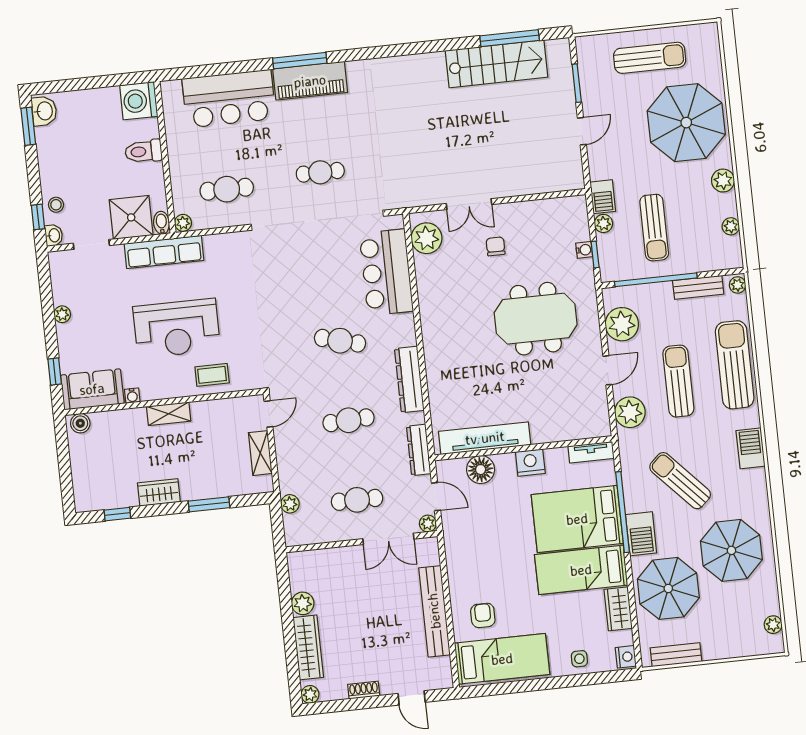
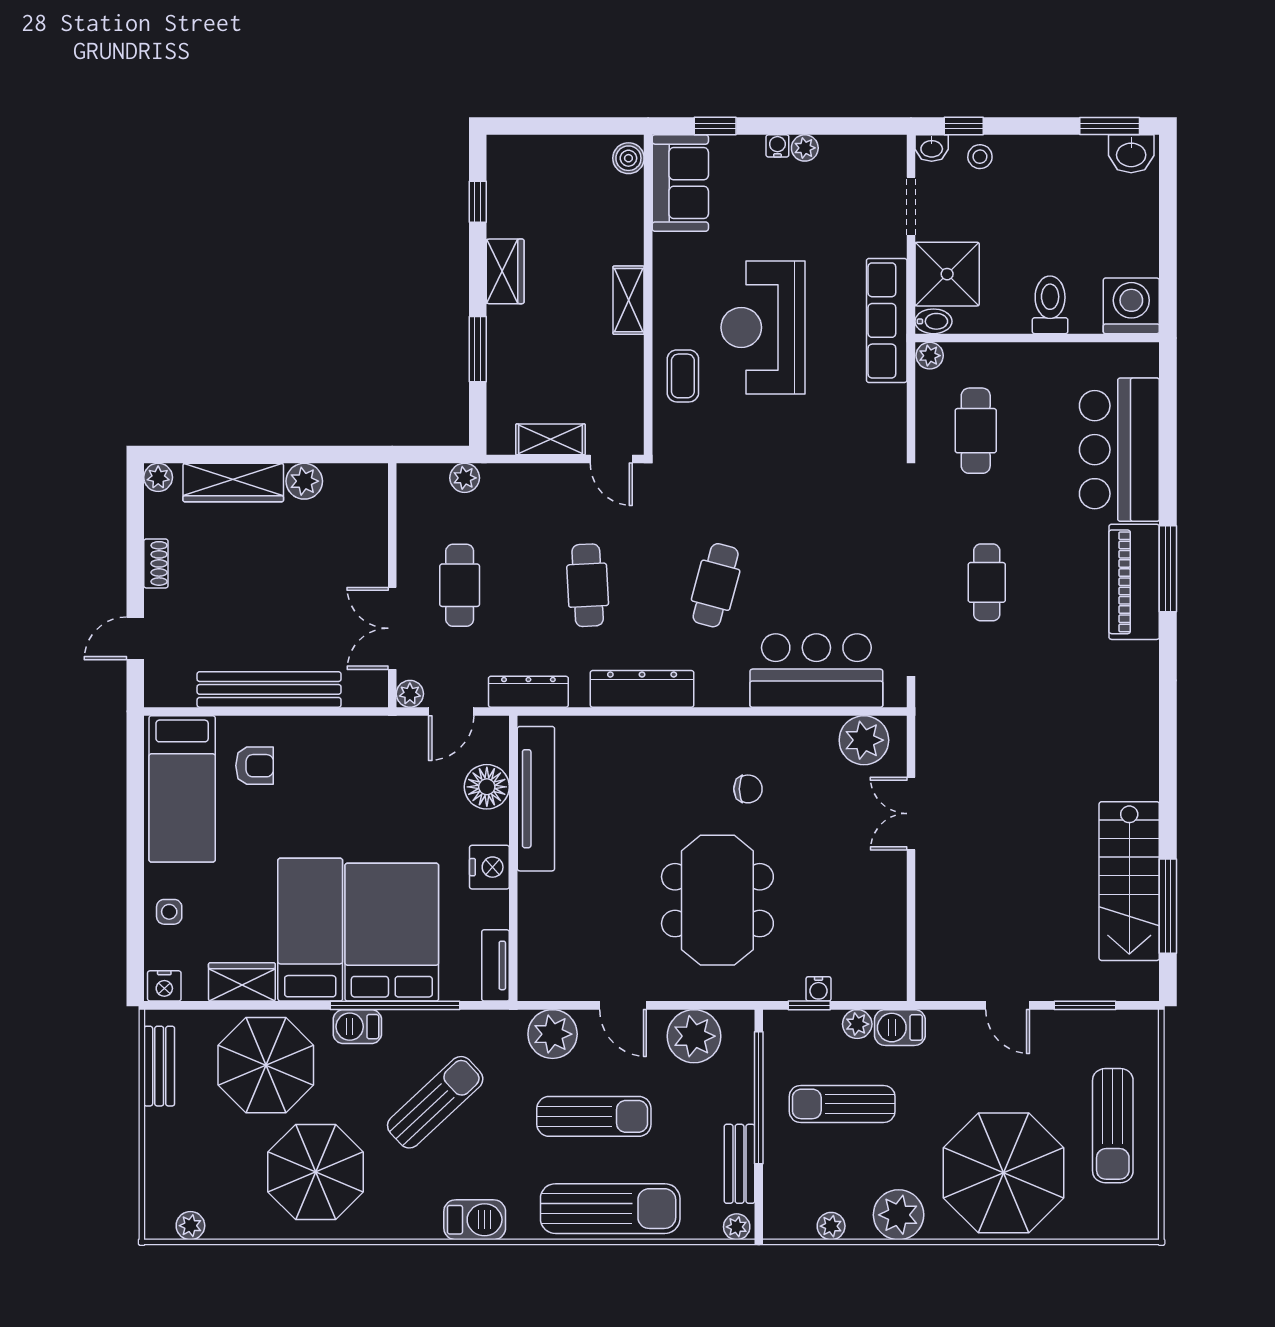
plant: (723, 181) -> (899, 1215), width x1.36, depth x1.36
chair: (496, 246) -> (748, 789), moved
water cooler: (132, 396) -> (777, 146), moved, turned 90
barbecue: (641, 534) -> (357, 1027), width x0.73, depth x0.79

